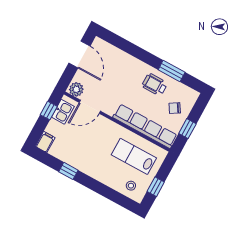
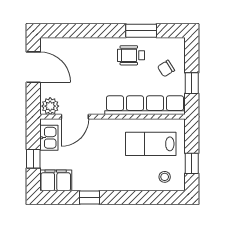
window: (49, 111) -> (33, 159), moved
filing cabinet: (45, 142) -> (56, 180), width x2.00

